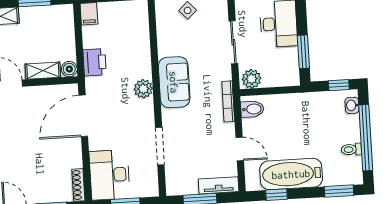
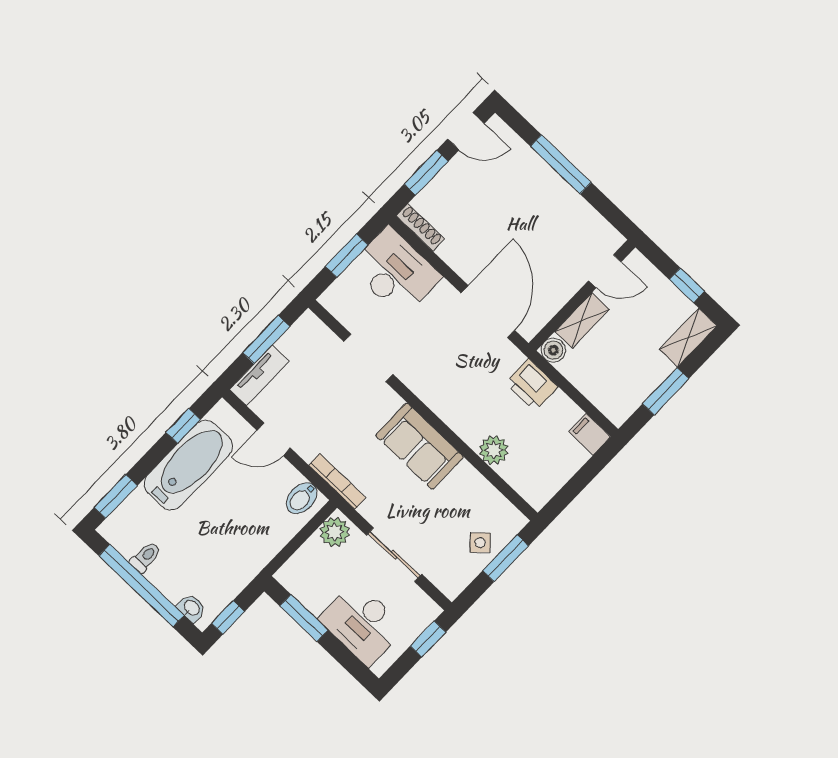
plant: (143, 89) -> (494, 450), moved

